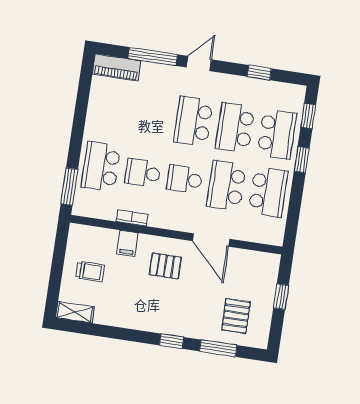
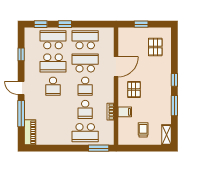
school desk: (193, 121) -> (53, 86), width x0.54
school desk: (226, 186) -> (85, 63), turned 180
pallet: (236, 316) -> (155, 47), turned 90
window: (218, 348) -> (174, 106), moved

